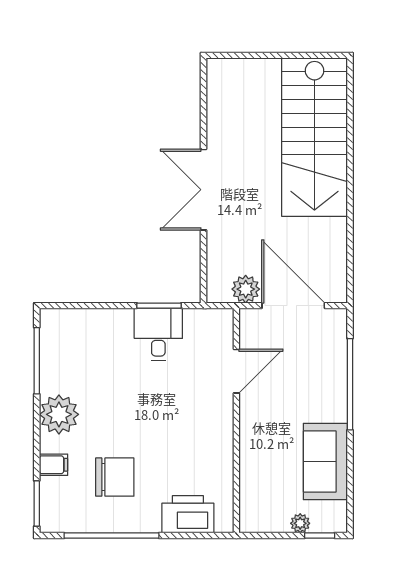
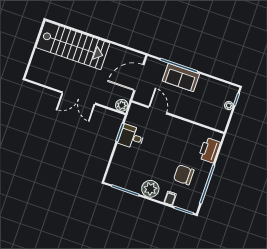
plant: (246, 289) -> (122, 105), moved
sofa: (325, 461) -> (181, 77), moved
chair: (115, 477) -> (184, 175), turned -90

